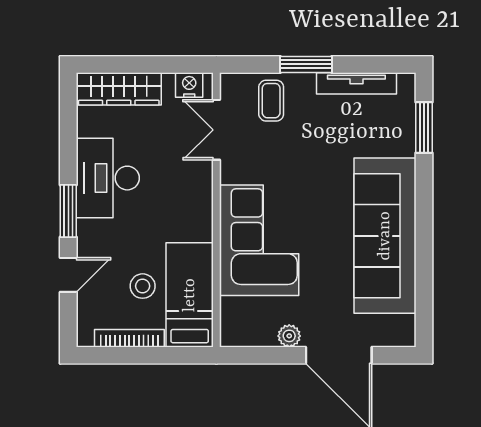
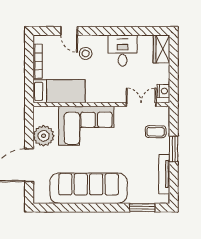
wardrobe: (119, 89) -> (161, 49), width x0.67
desk: (108, 178) -> (123, 51), width x0.73
window: (68, 211) -> (101, 31), removed
stool: (143, 286) -> (86, 53), moved
plant: (289, 336) -> (44, 136), width x1.88, depth x1.88

